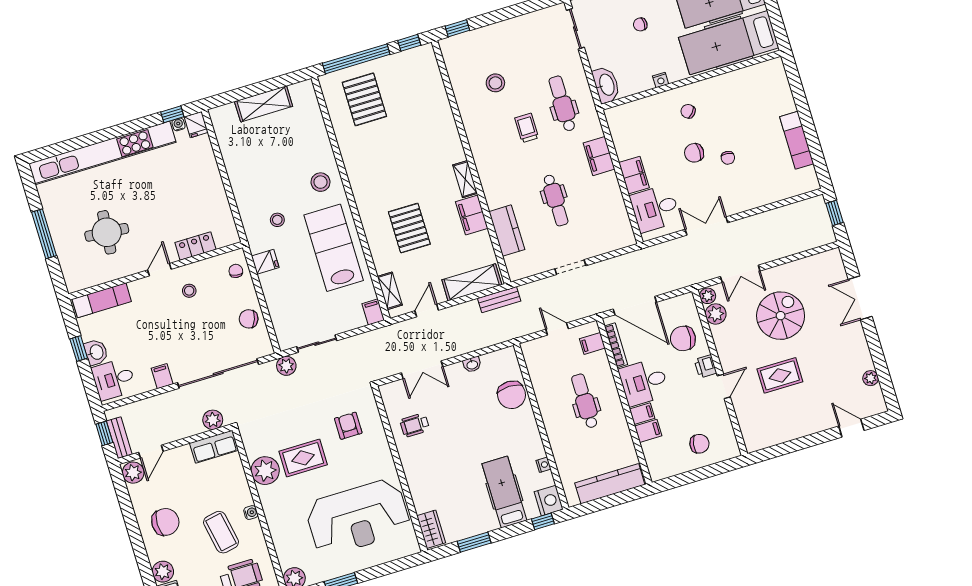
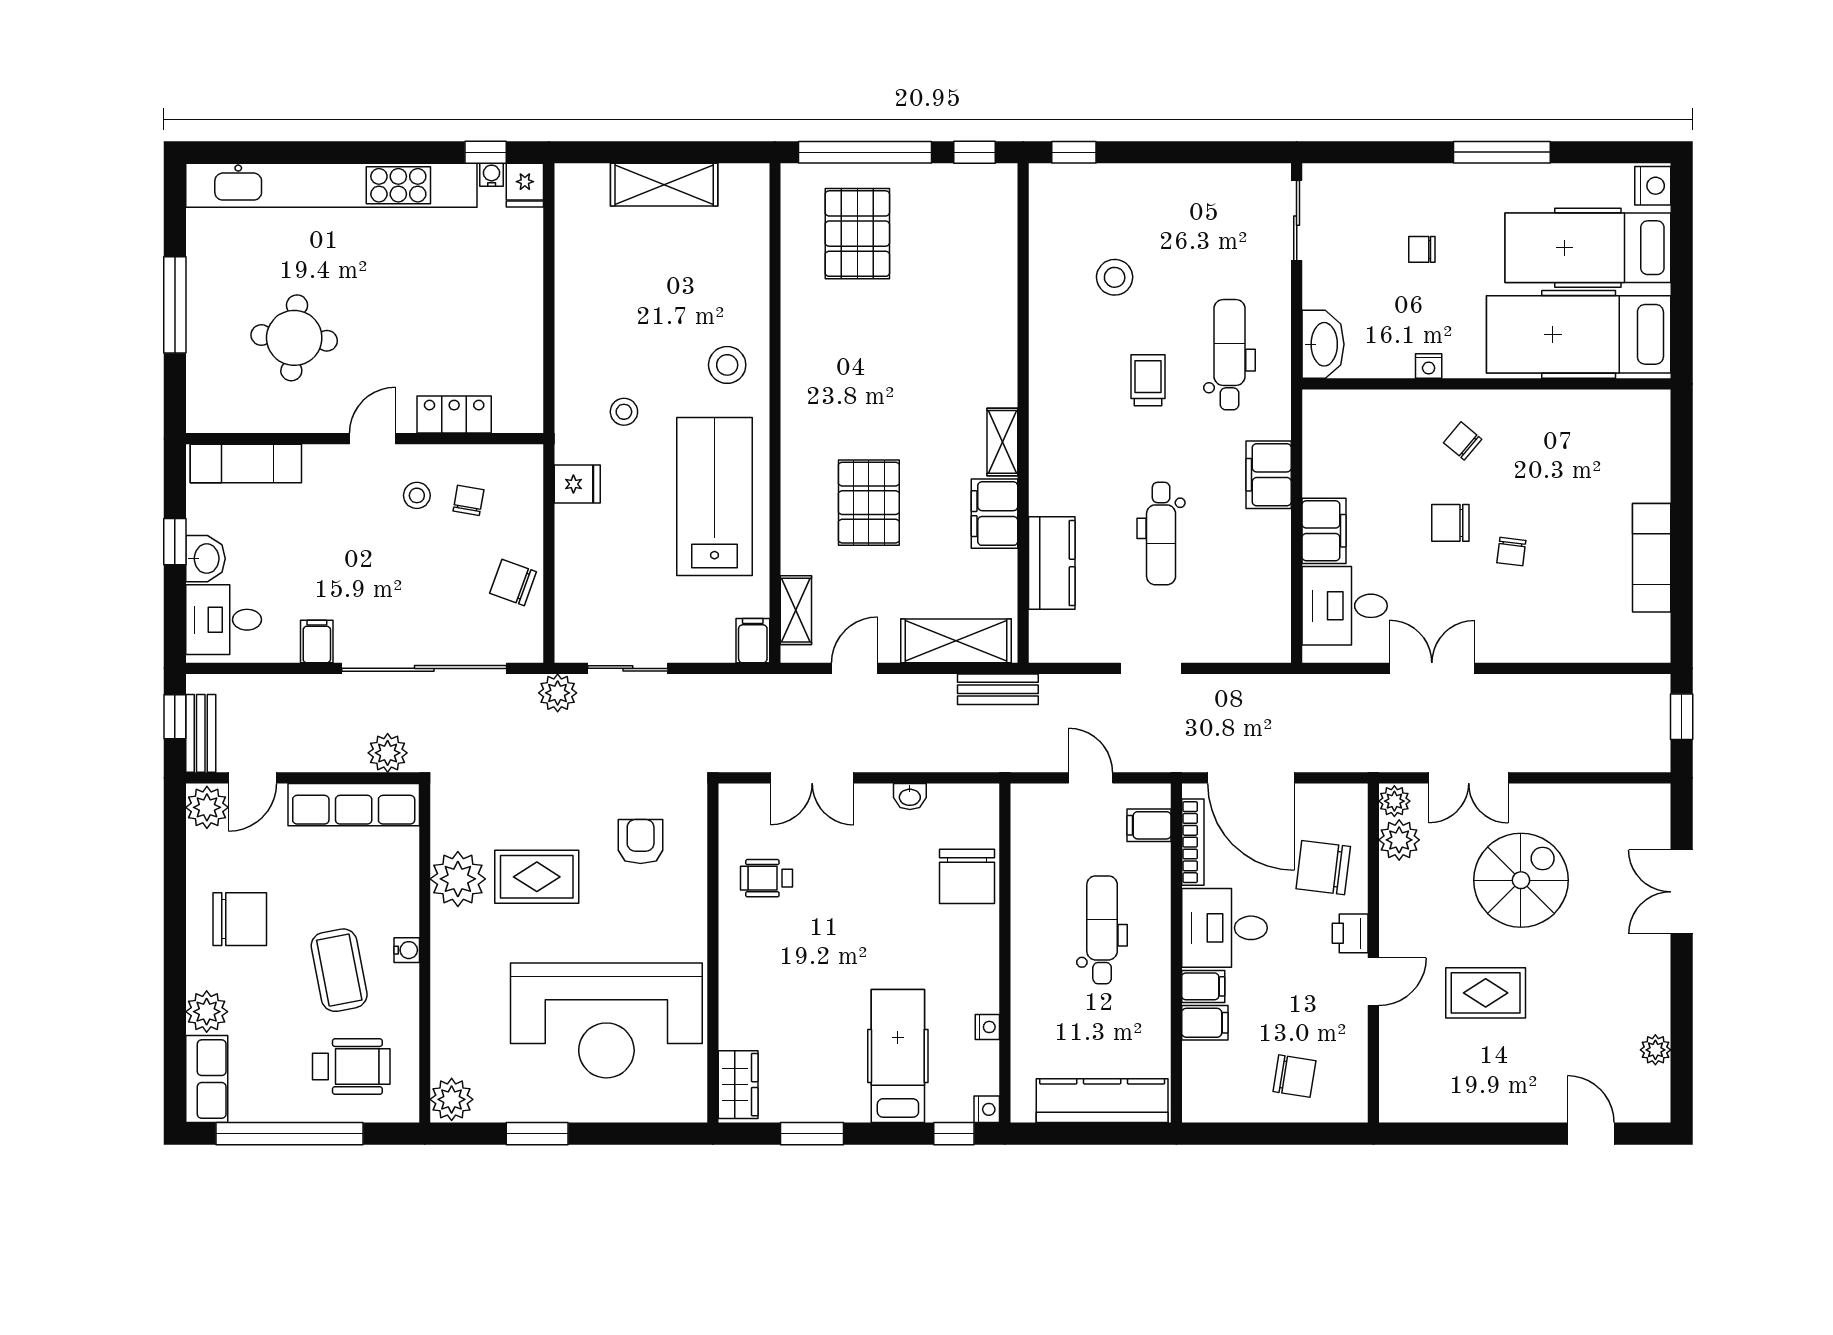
chair: (236, 271) -> (468, 500), moved
row of seats: (214, 447) -> (354, 805), width x1.48
nightstand: (549, 501) -> (987, 1109), width x0.53, depth x0.56

